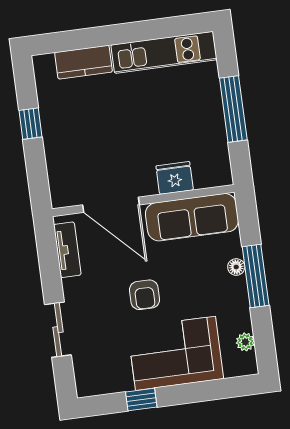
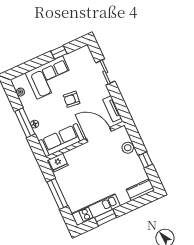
window: (149, 30) -> (106, 218), added
kitchen counter: (84, 62) -> (140, 190), moved
stool: (60, 160) -> (128, 148), added
fridge: (175, 178) -> (58, 163), moved
armchair: (145, 295) -> (72, 99), turned -84

